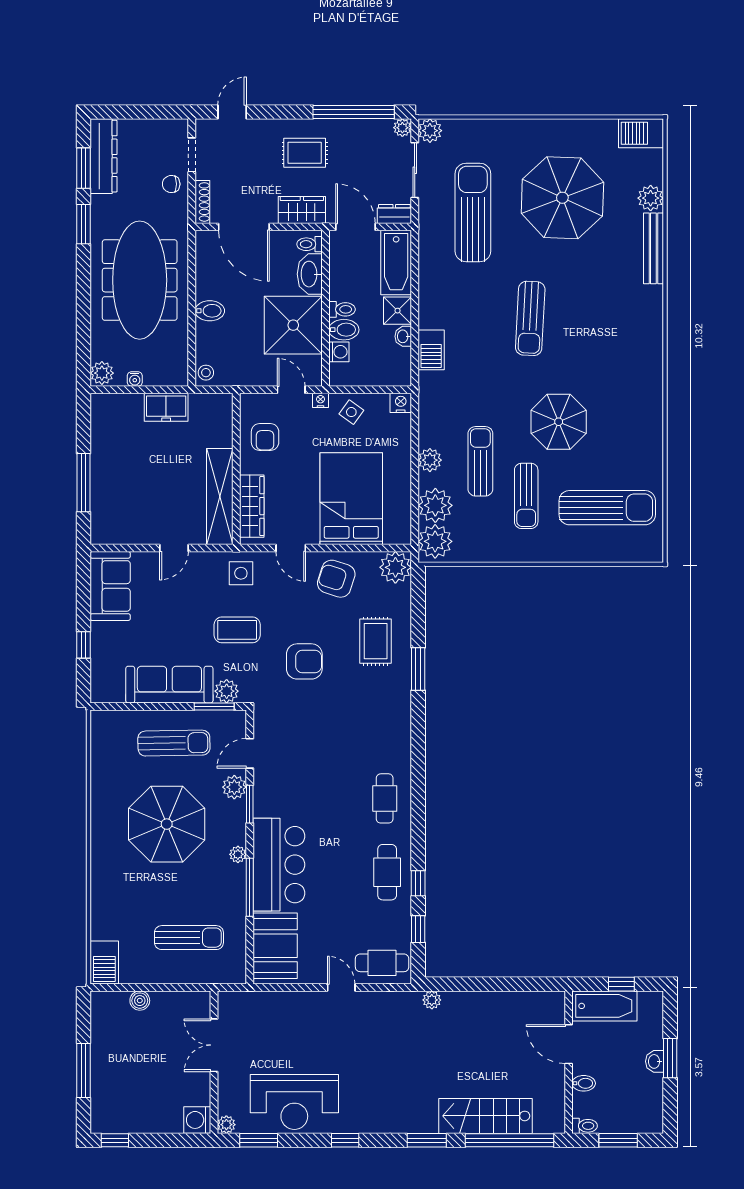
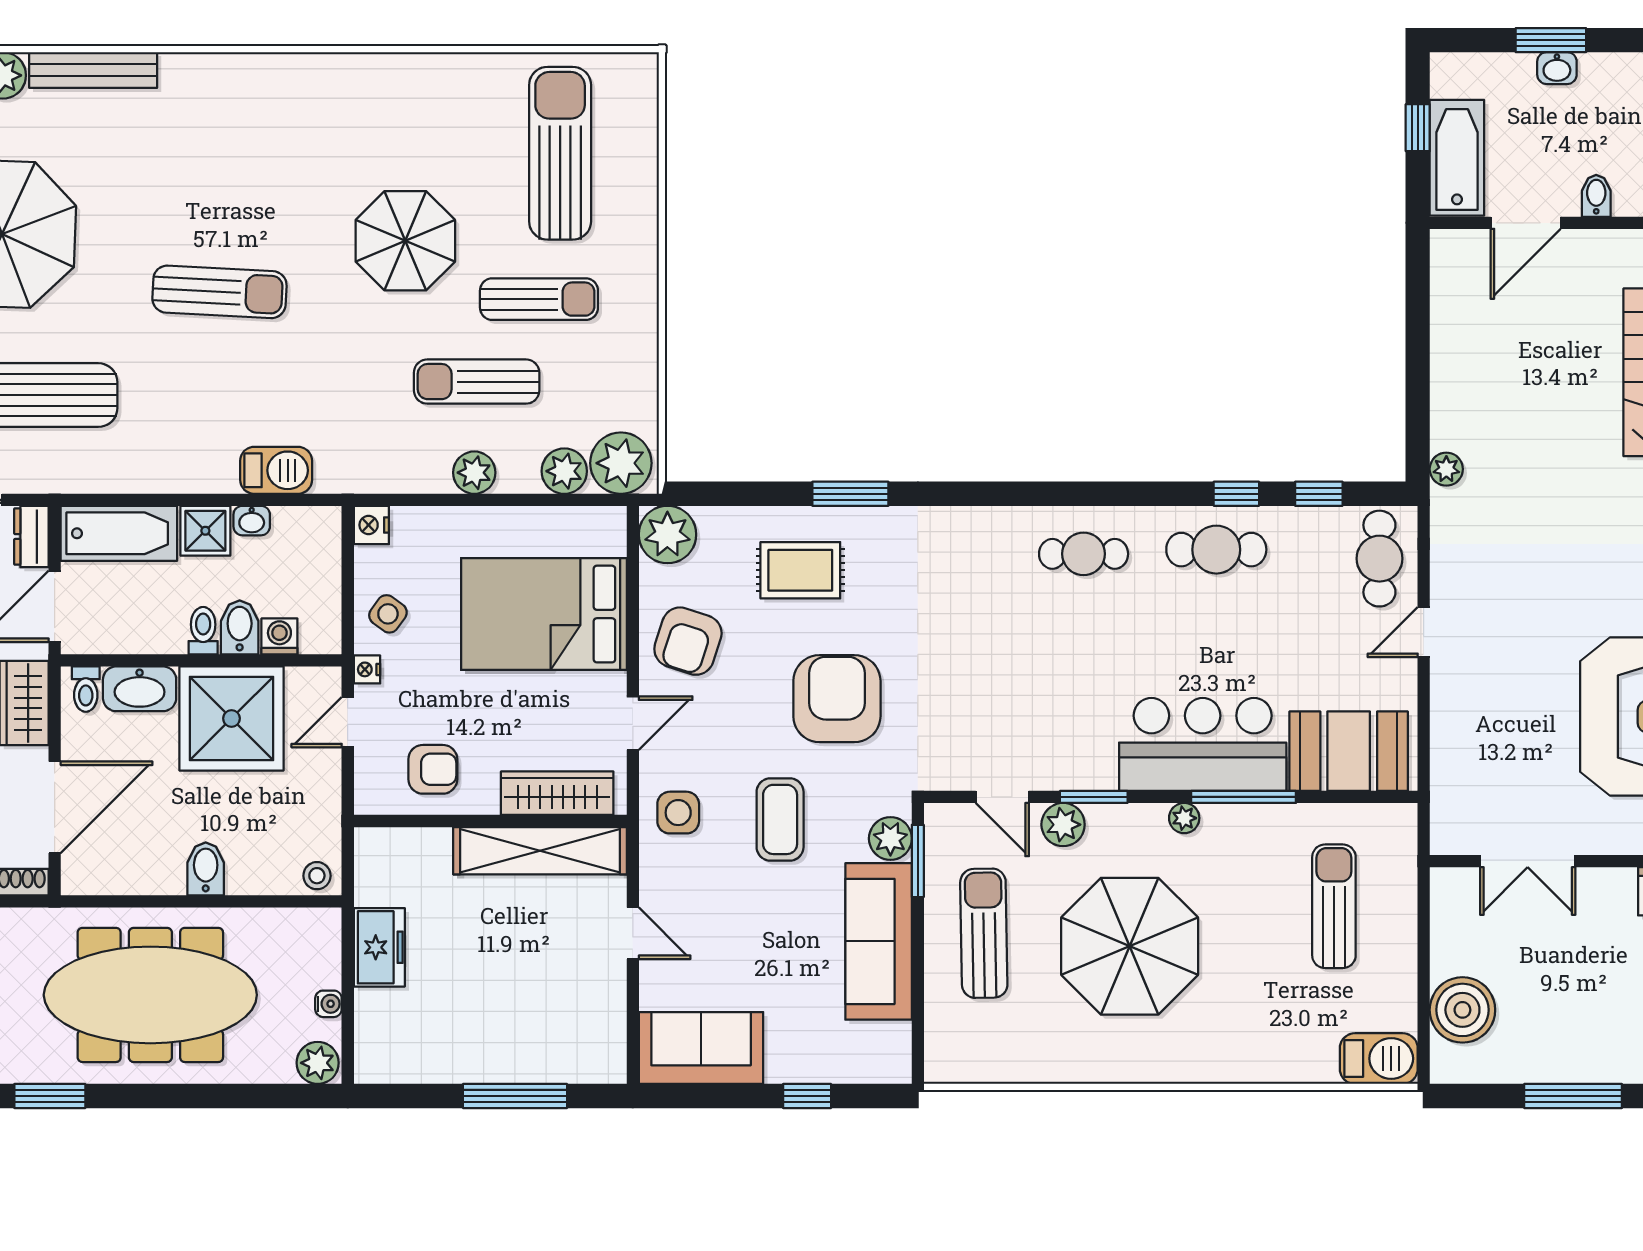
plant: (435, 505) -> (564, 471), width x0.73, depth x0.73
armchair: (304, 661) -> (837, 699), width x1.36, depth x1.36
boiler: (140, 1001) -> (1462, 1010), width x1.86, depth x1.86

